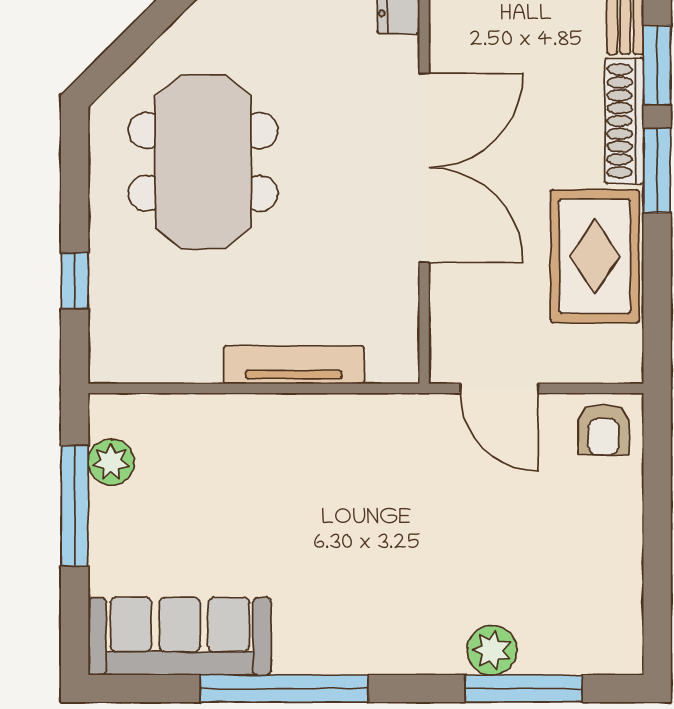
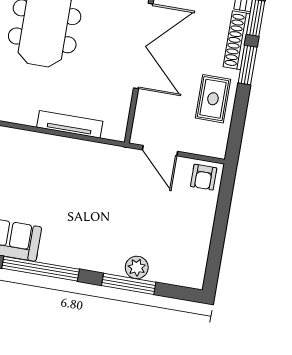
rug: (595, 256) -> (213, 99), width x0.73, depth x0.70
window: (524, 689) -> (129, 284), moved

